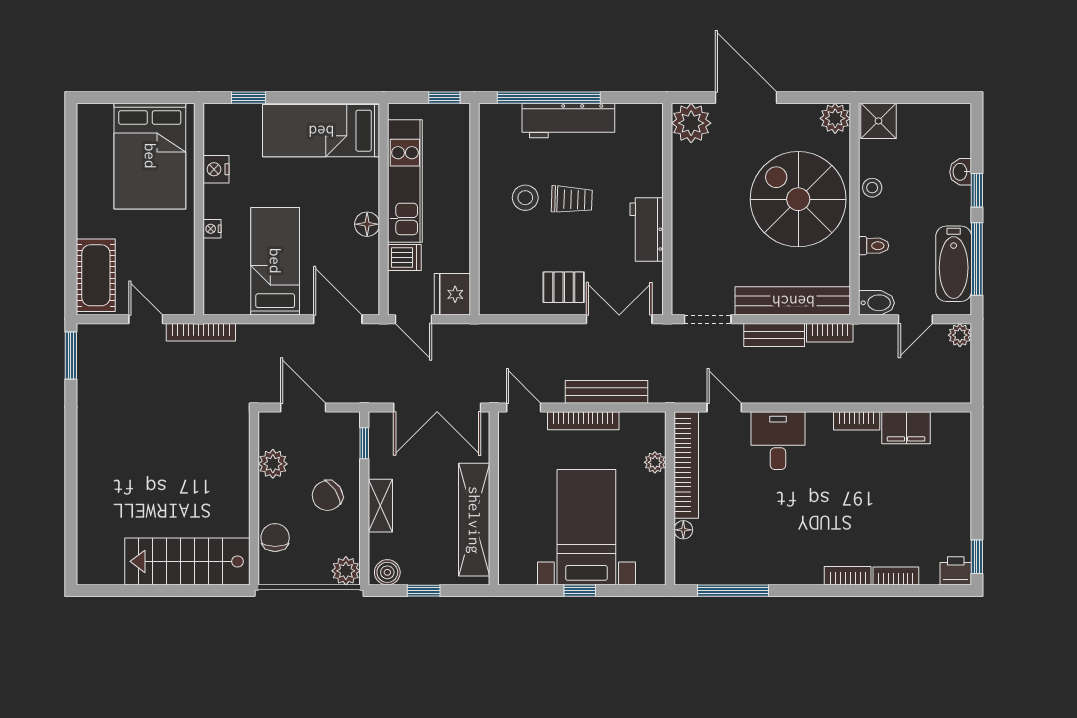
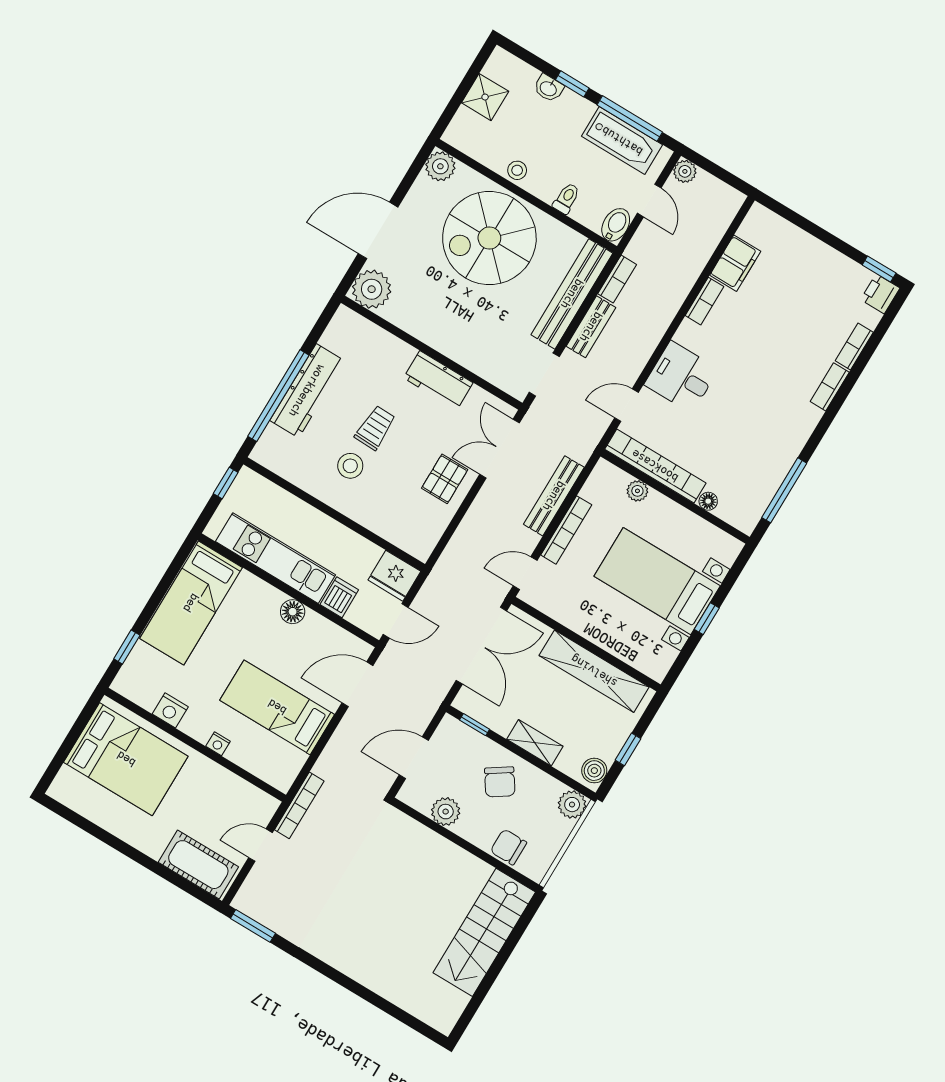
shower: (878, 121) -> (485, 97), moved

